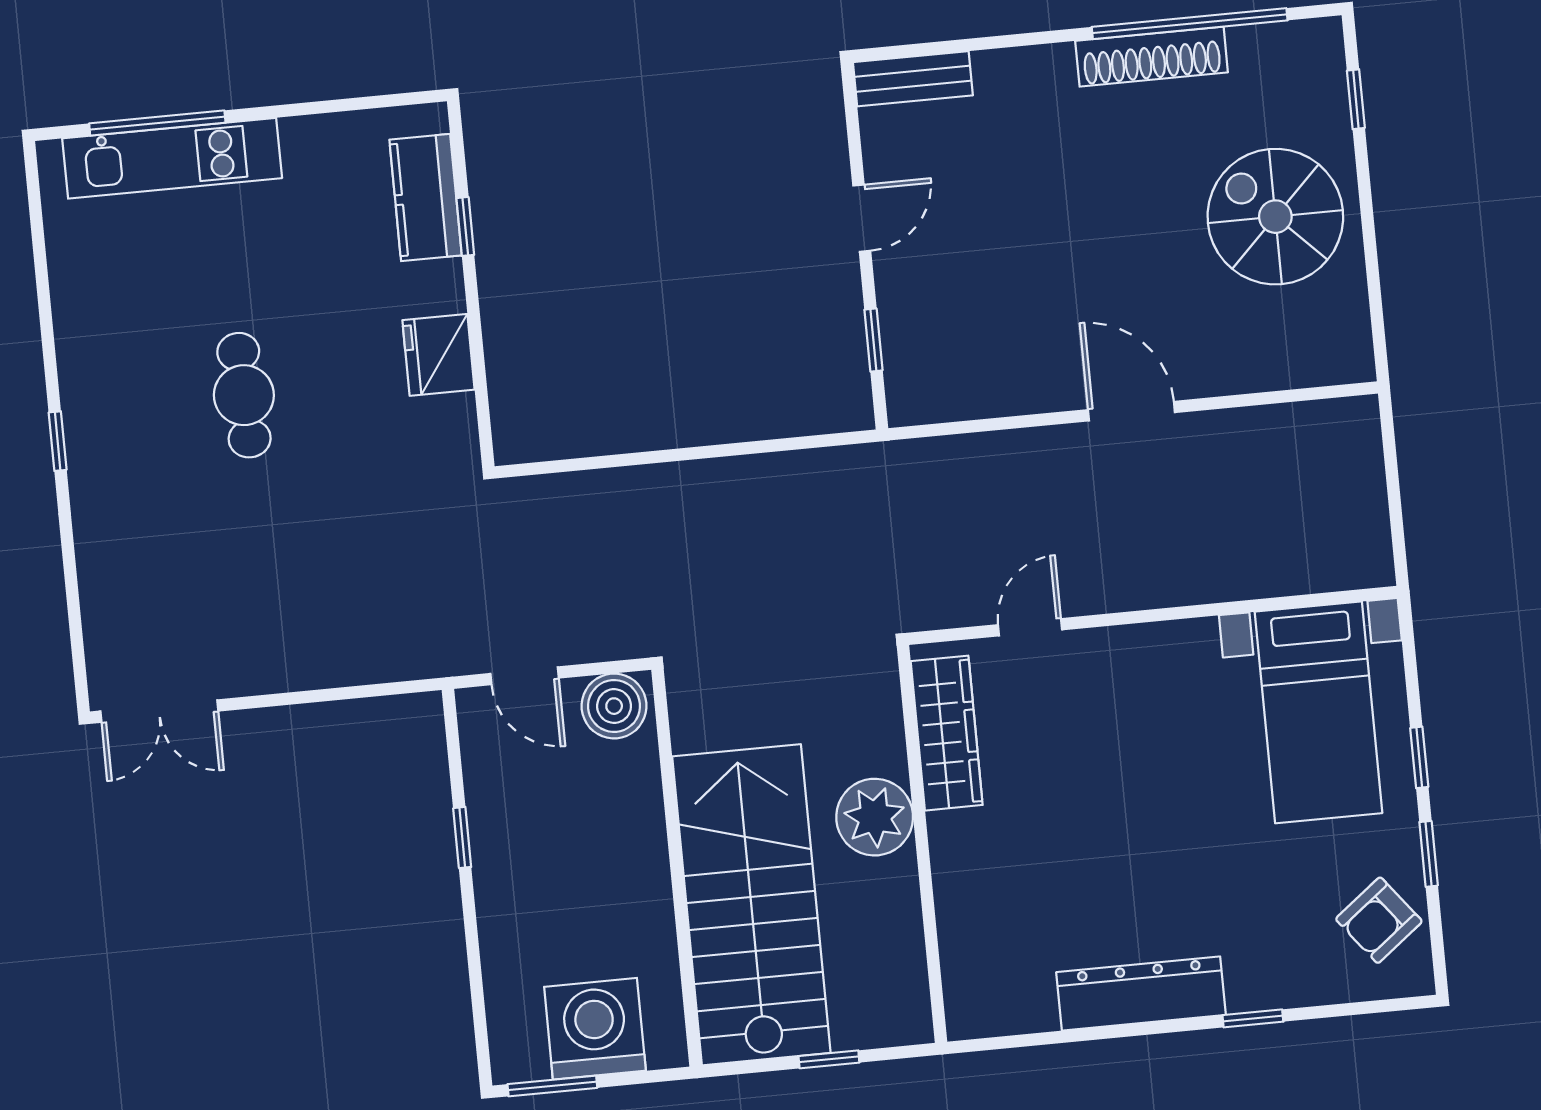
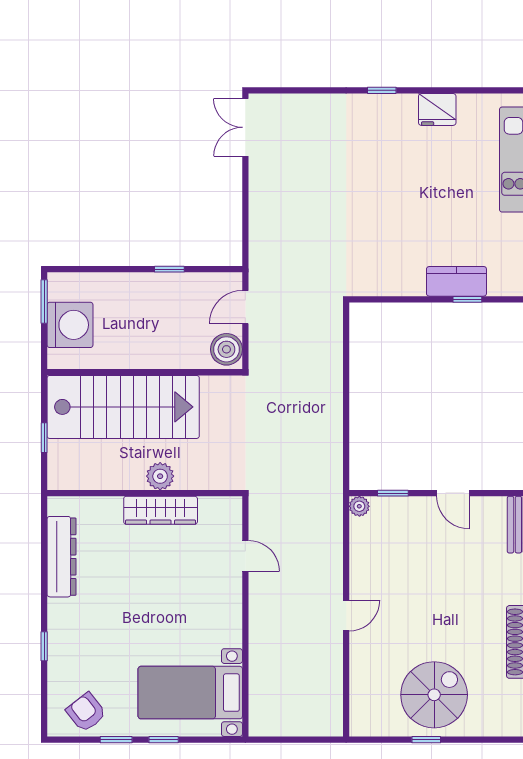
window: (1356, 99) -> (426, 740), moved
kitchen counter: (426, 197) -> (456, 281), moved
fridge: (439, 355) -> (437, 109), moved, turned 180
cafe table: (244, 395) -> (395, 183), removed
plant: (907, 406) -> (359, 506), added
door: (1131, 411) -> (346, 616), width x0.73
wardrobe: (947, 733) -> (161, 510), moved
plant: (875, 817) -> (160, 476), width x0.73, depth x0.73
dresser: (1141, 994) -> (62, 557), moved

